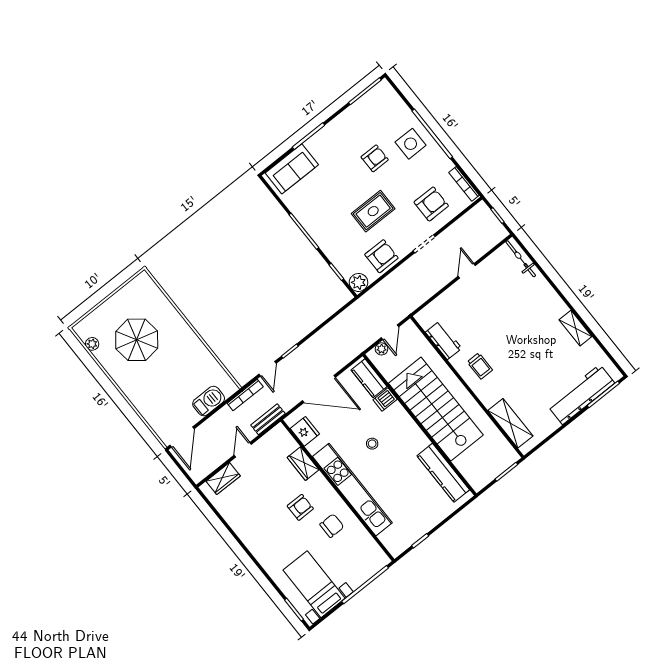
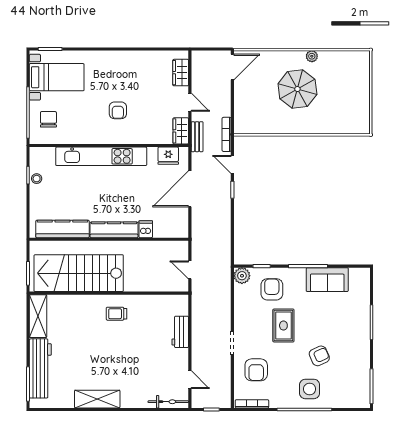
armchair: (375, 158) -> (319, 356), turned -114
sofa: (292, 169) -> (327, 280), moved, turned -90
armchair: (381, 256) -> (272, 289), moved, turned 180
door: (467, 271) -> (190, 380), moved
shelving: (575, 328) -> (97, 399), width x1.50, depth x1.33
parasol: (137, 340) -> (297, 89), moved
workbench: (444, 340) -> (180, 332), moved, turned 90
plant: (92, 344) -> (312, 56), moved
plant: (382, 349) -> (183, 255), removed
kitchen counter: (369, 378) -> (114, 230), moved, width x1.50
barbecue: (209, 401) -> (243, 106), removed
stairs: (436, 409) -> (79, 273), moved, turned 180
shelving: (510, 423) -> (38, 316), moved, turned 90
door: (182, 437) -> (232, 67), swing flipped
stool: (372, 444) -> (37, 179), moved
wardrobe: (303, 464) -> (181, 131), moved, turned -90
chair: (332, 526) -> (48, 119), moved, turned 180

